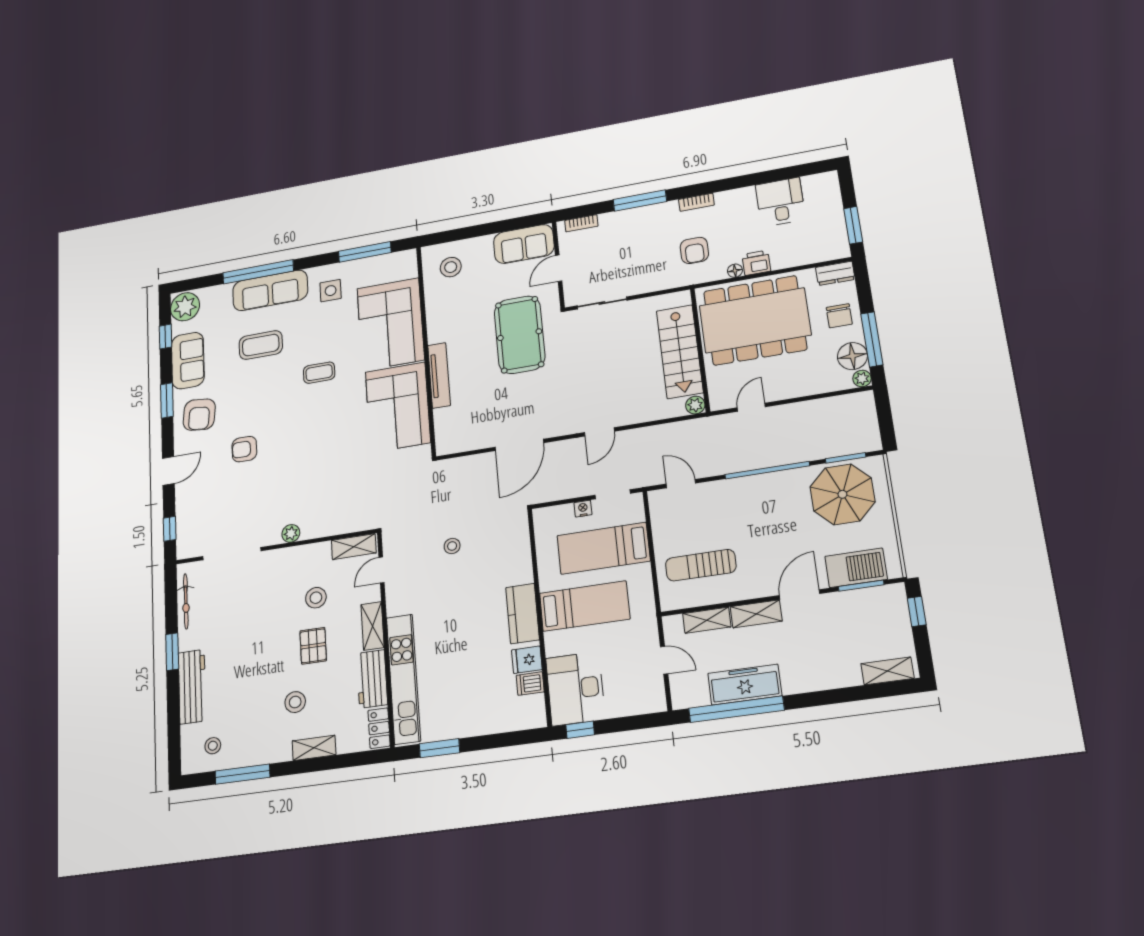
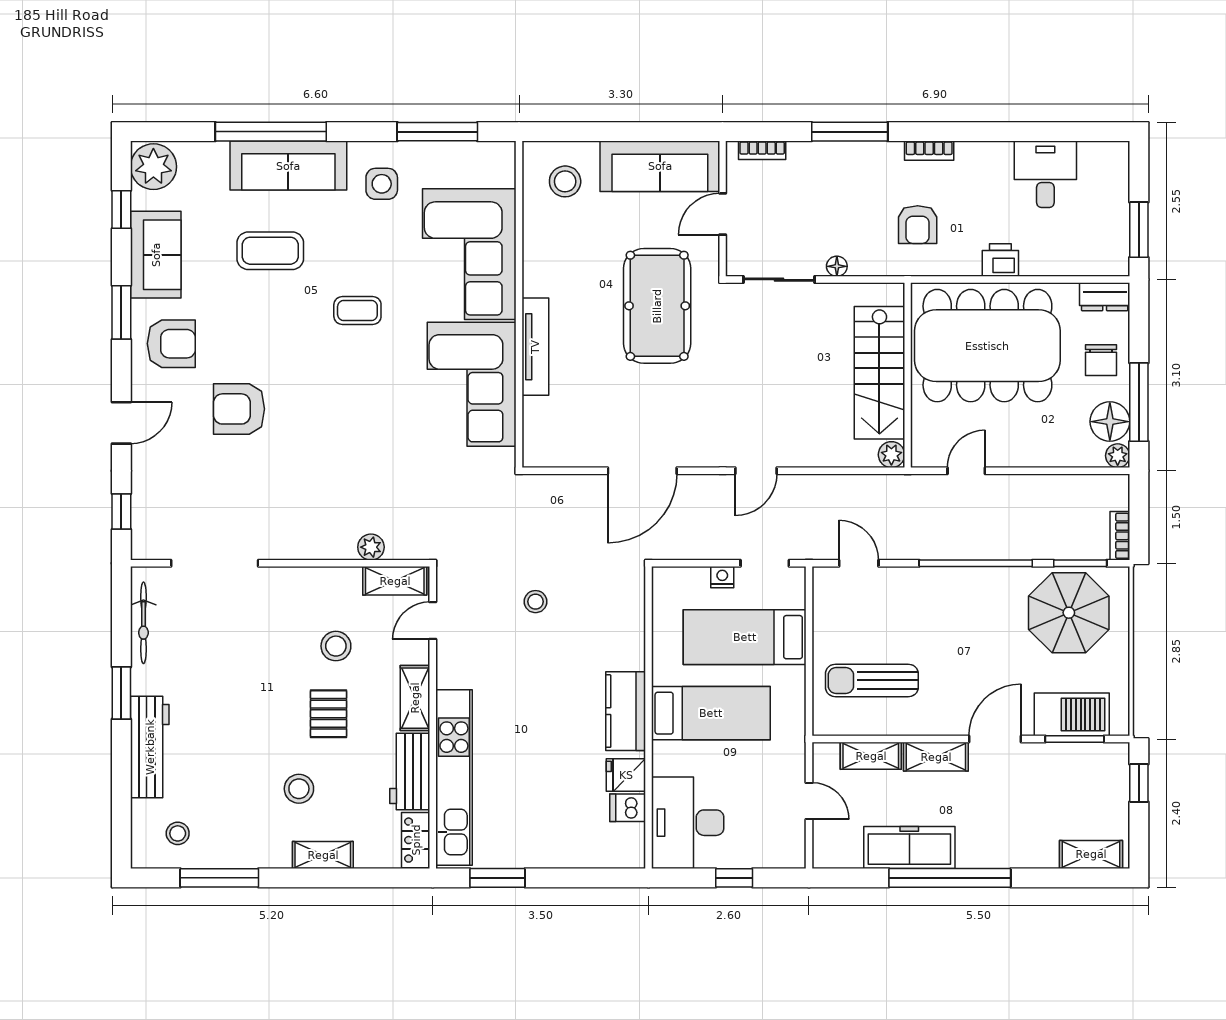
sofa: (524, 244) -> (660, 166), width x1.36
floor lamp: (735, 271) -> (837, 266), moved
armchair: (199, 415) -> (171, 344), turned -96
bookcase: (873, 434) -> (1120, 536), added
armchair: (244, 449) -> (239, 409), width x1.38, depth x1.38
plant: (291, 533) -> (371, 547), moved
window: (736, 709) -> (950, 878), moved
window: (580, 730) -> (734, 878), moved

